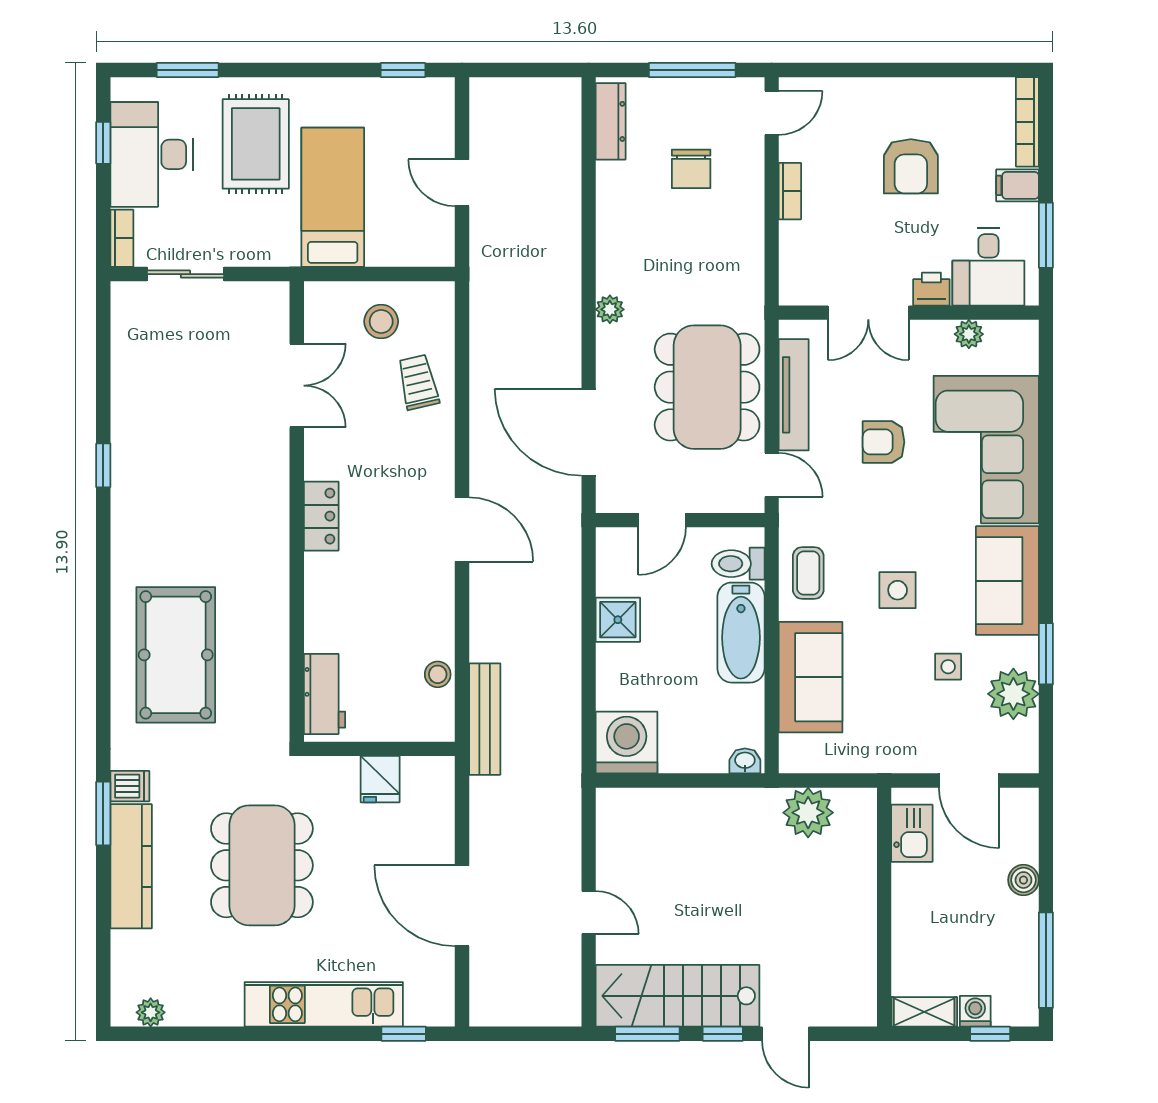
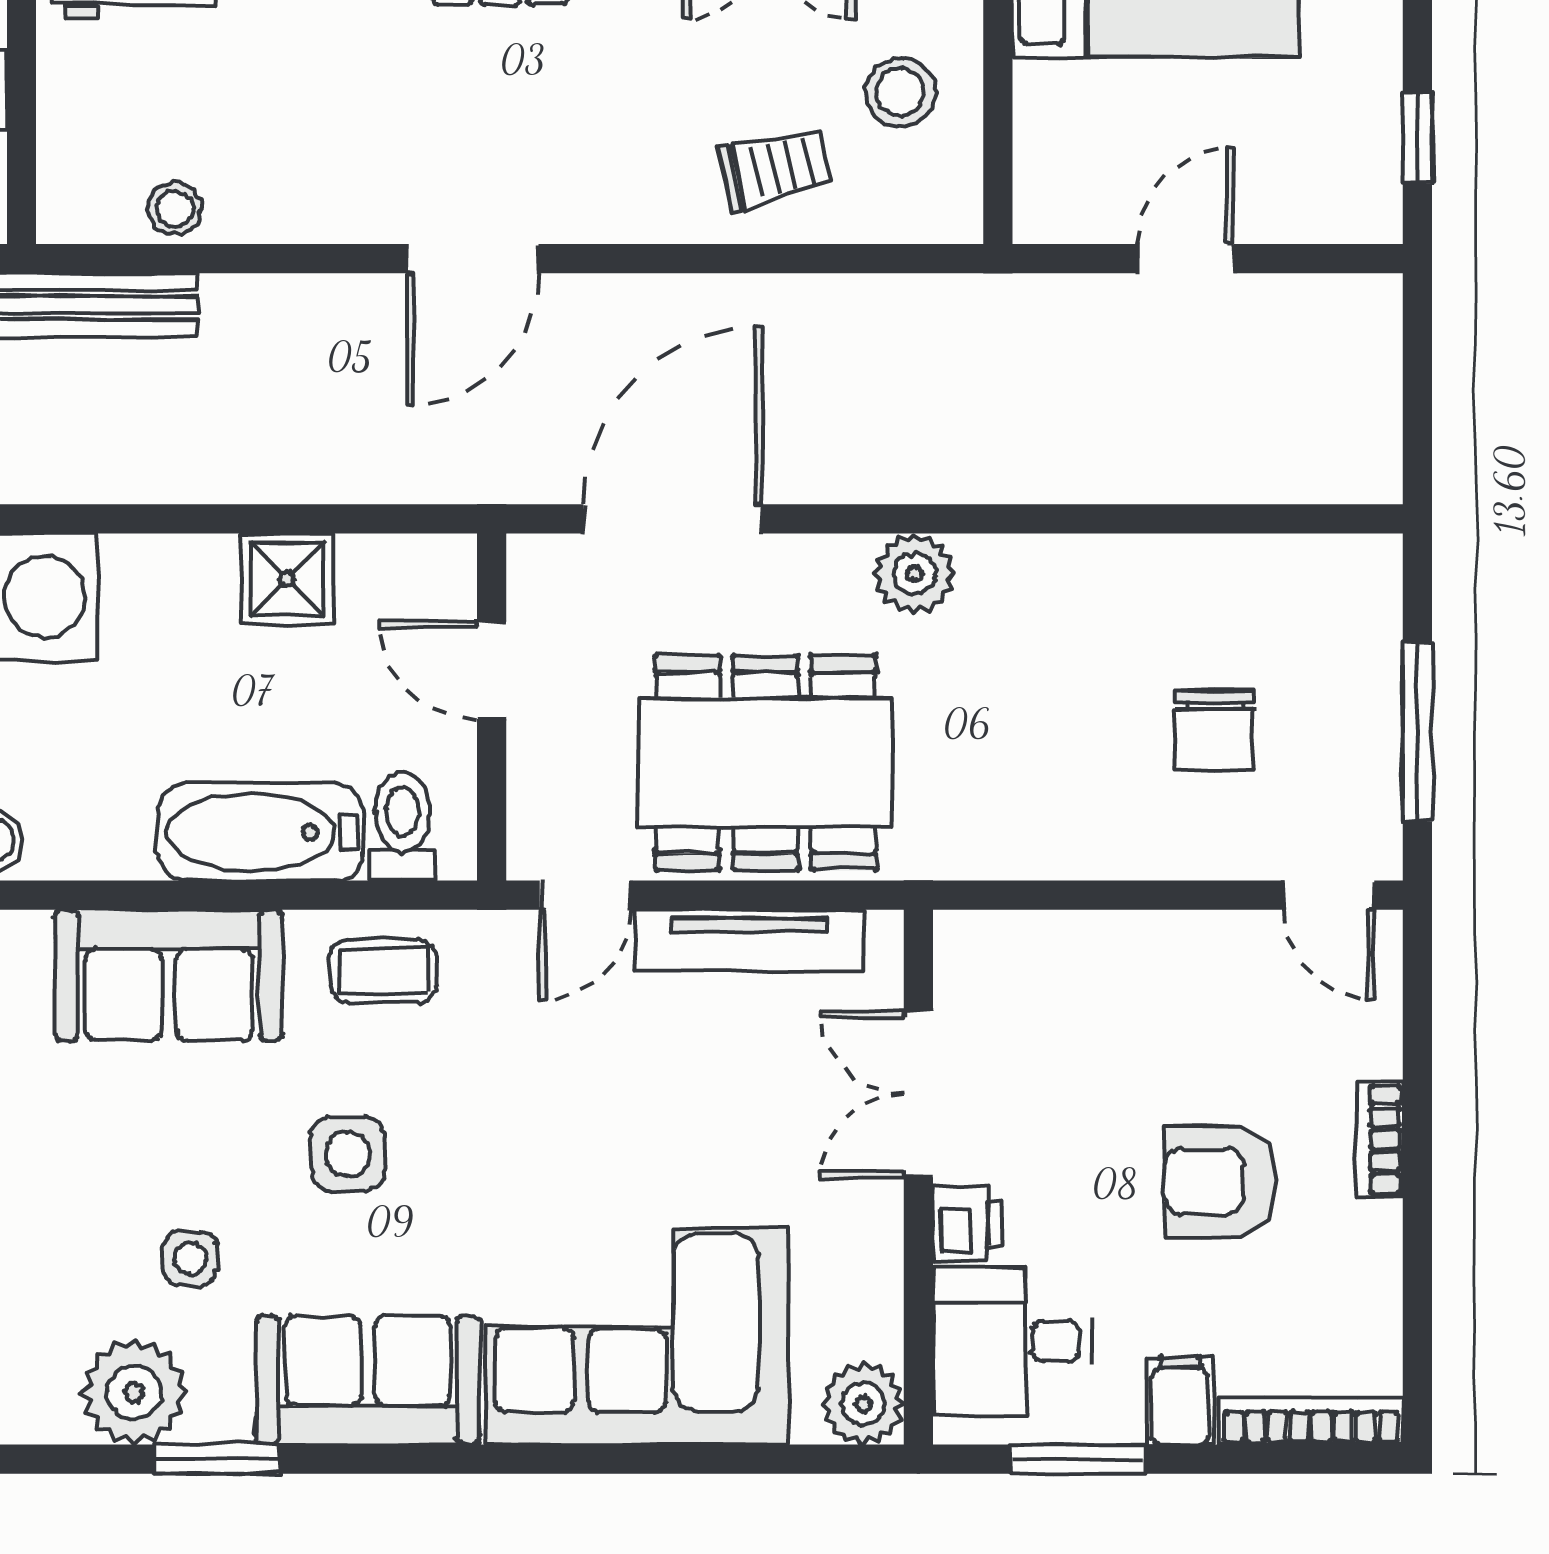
dresser: (611, 121) -> (1312, 564), removed
chair: (691, 169) -> (1214, 730), turned -90
bookcase: (790, 191) -> (1380, 1139), moved, turned 90
plant: (610, 309) -> (914, 573), width x1.38, depth x1.38
plant: (969, 334) -> (863, 1404), moved, width x1.38, depth x1.38
armchair: (884, 442) -> (653, 1125), removed

